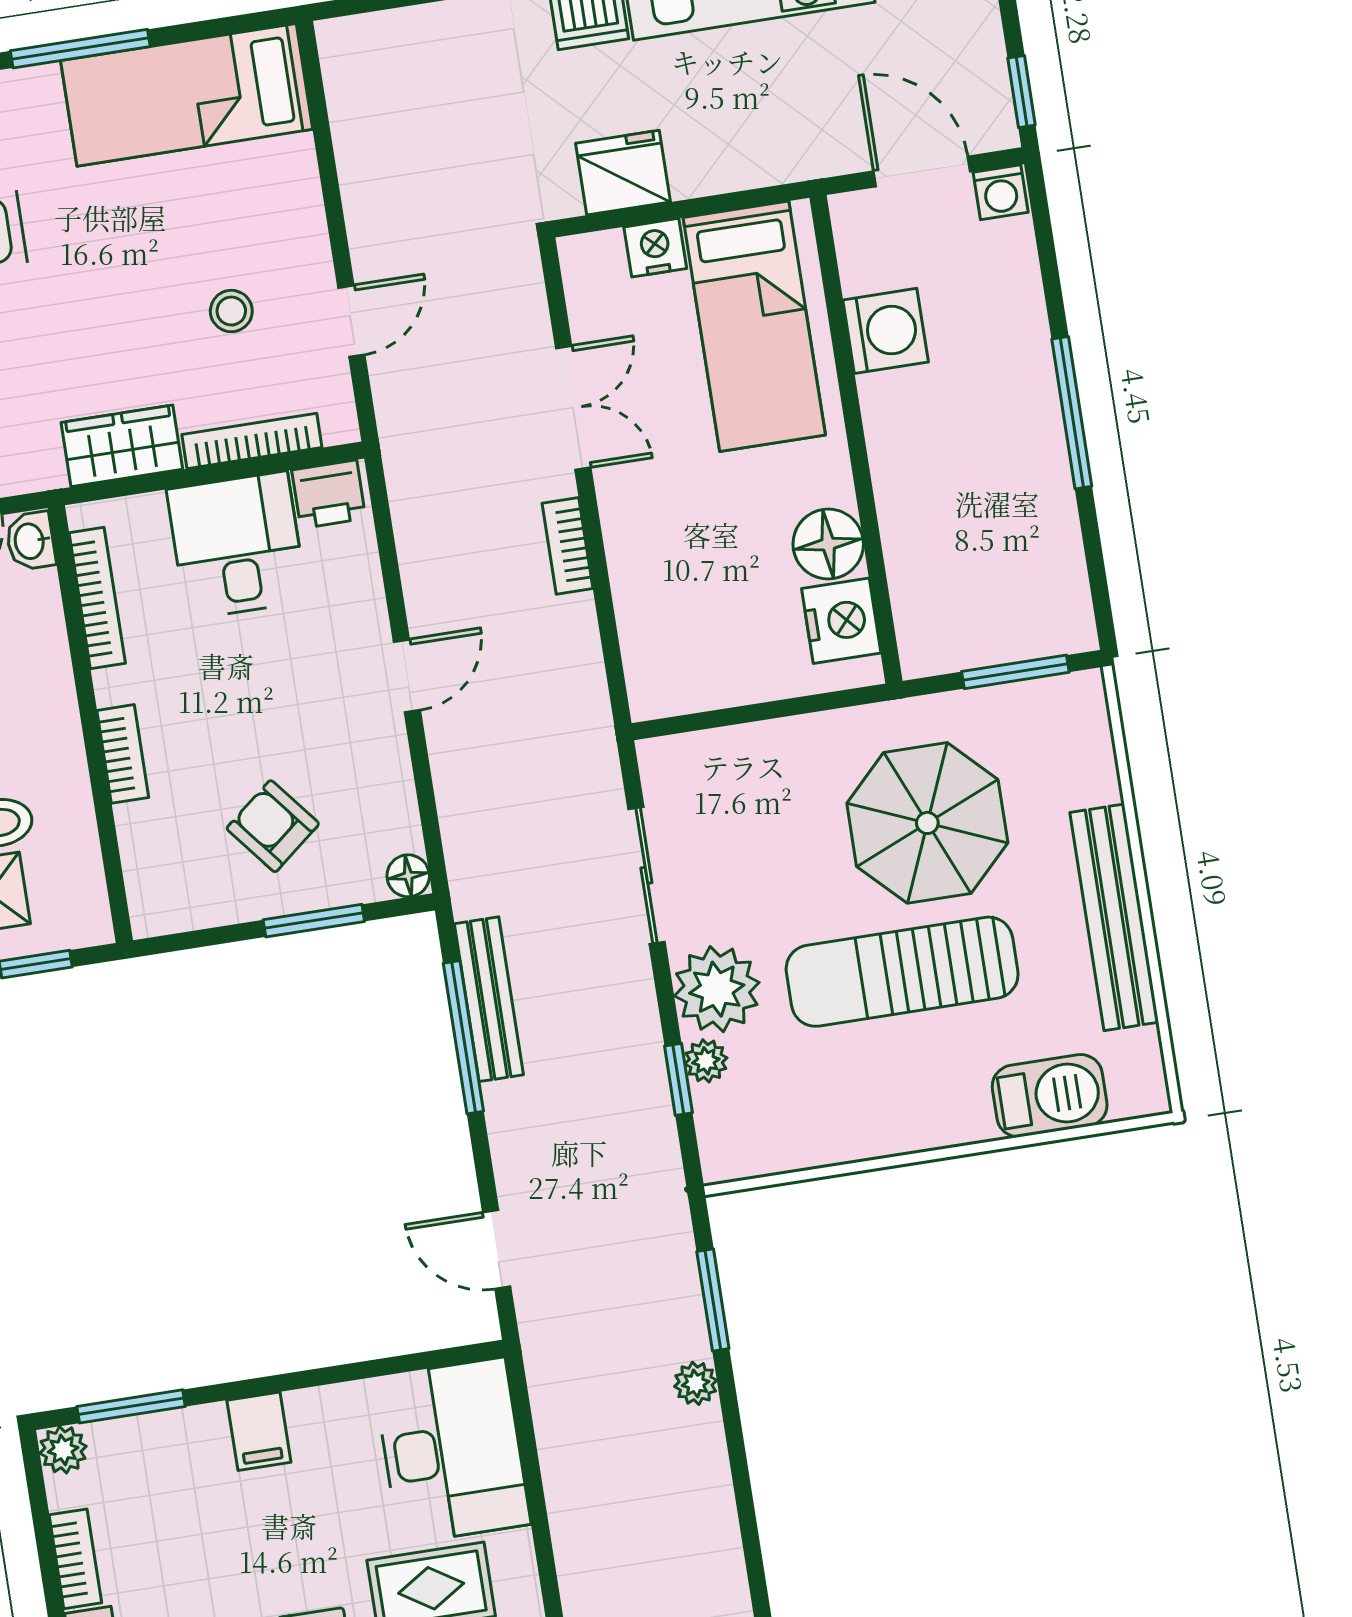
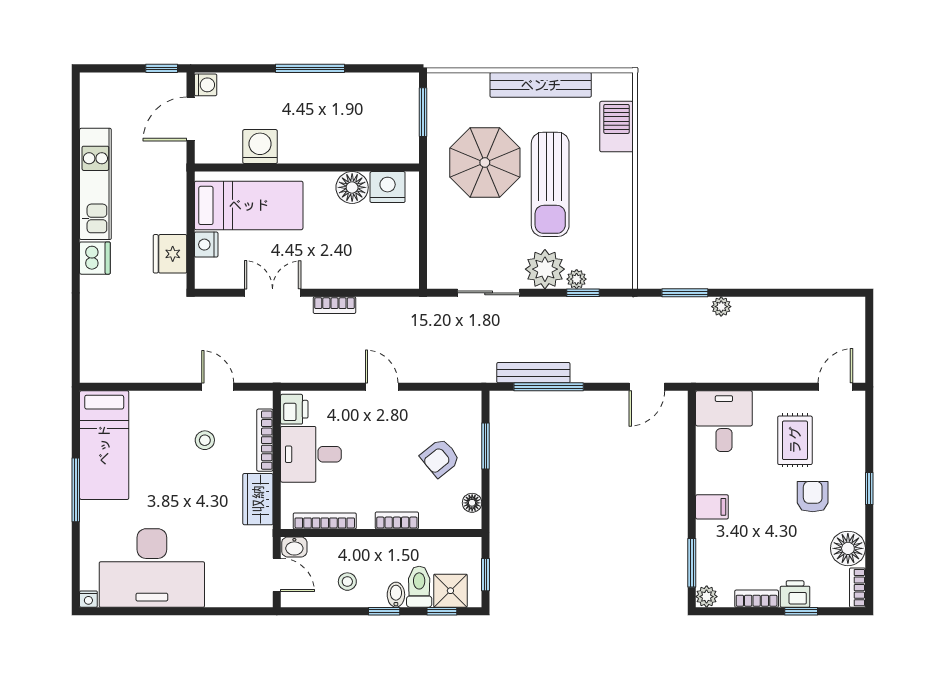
floor lamp: (408, 876) -> (472, 503), moved
desk: (452, 1451) -> (724, 421), width x0.73

